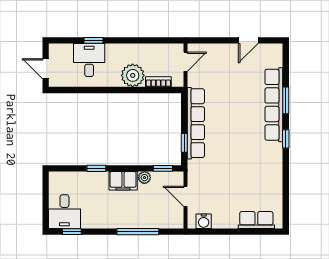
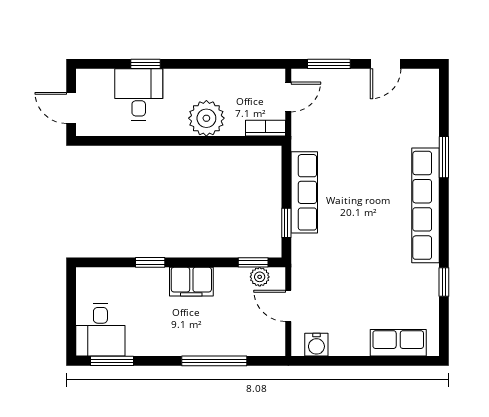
window: (212, 40) -> (329, 64), added
bookcase: (158, 82) -> (265, 128), moved
row of seats: (274, 105) -> (425, 205), moved
row of seats: (196, 123) -> (304, 192), width x0.73
window: (286, 139) -> (444, 282), moved
plant: (144, 178) -> (260, 277), moved
window: (72, 232) -> (112, 361), width x1.50

